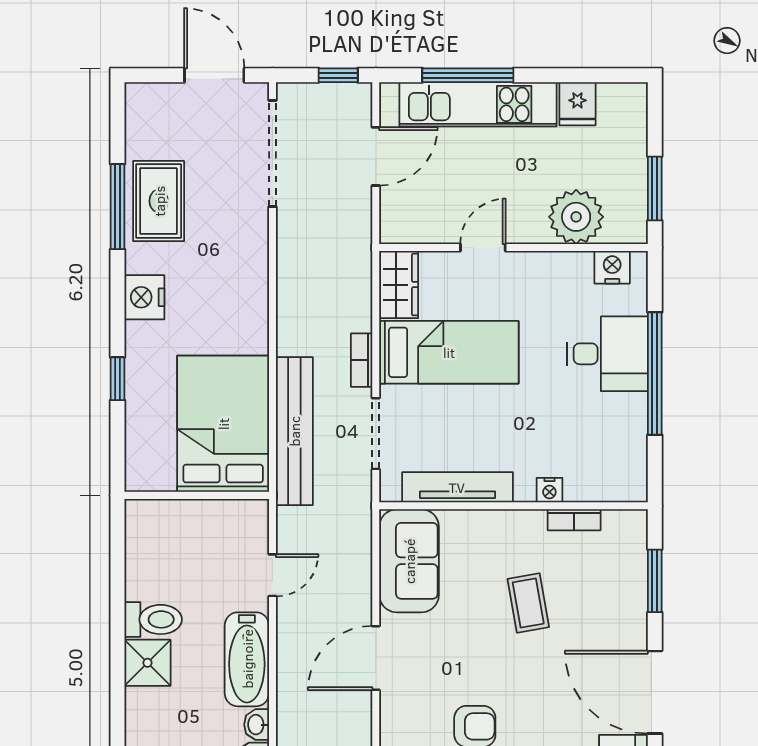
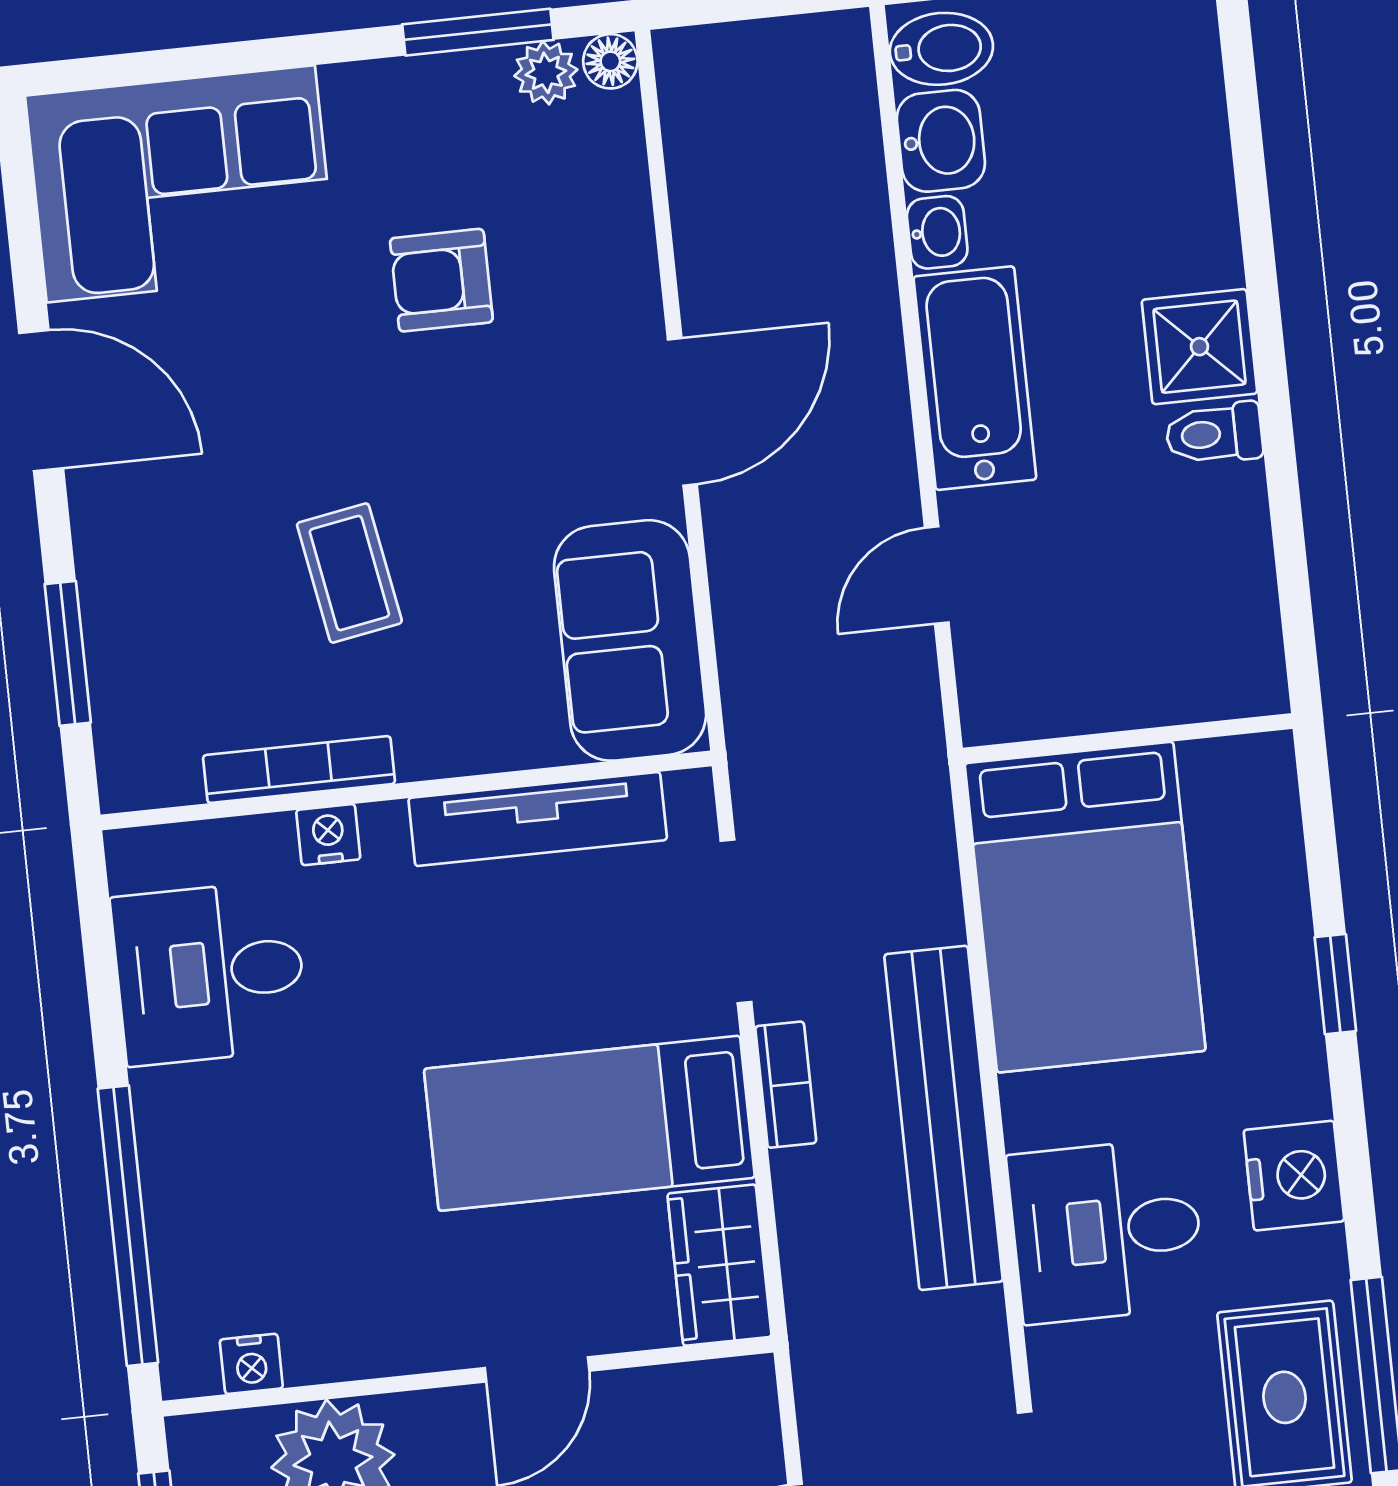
nightstand: (612, 267) -> (251, 1364), width x0.72, depth x0.74
desk: (229, 282) -> (1106, 1231), added
desk: (607, 354) -> (210, 973), moved
window: (655, 373) -> (128, 1226), moved
bench: (294, 431) -> (944, 1118), moved
bookcase: (574, 520) -> (299, 770), width x1.56
toilet: (153, 619) -> (1214, 434), width x0.73, depth x0.72
door: (655, 692) -> (41, 401), width x0.73

